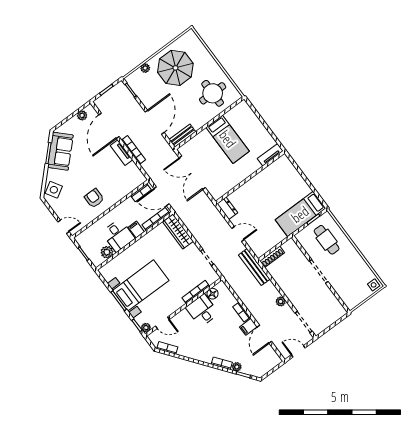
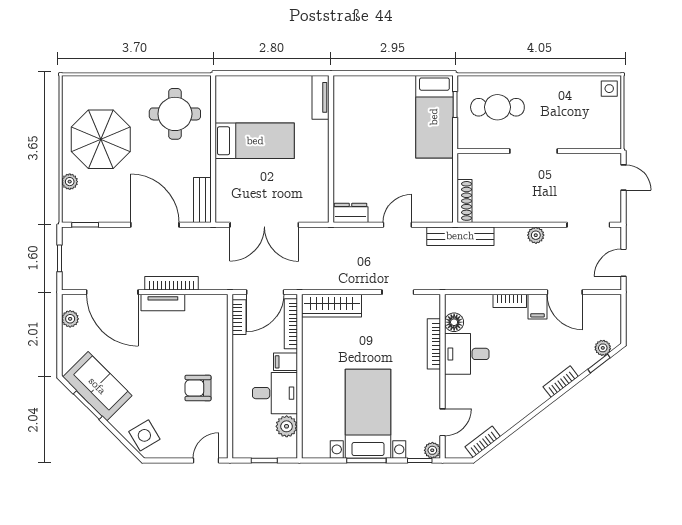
door: (337, 322) -> (623, 177), added
plant: (237, 367) -> (603, 348), moved

